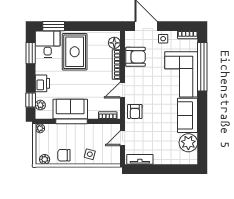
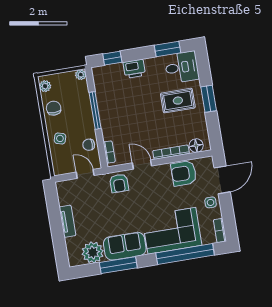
window: (54, 26) -> (209, 99), moved
rug: (75, 52) -> (178, 101), width x0.73, depth x0.70
armchair: (135, 57) -> (184, 173), turned 90
plant: (40, 105) -> (108, 71), removed
sofa: (70, 109) -> (109, 107), removed
armchair: (135, 112) -> (119, 183), turned -90
window: (202, 123) -> (118, 265), added
chair: (99, 131) -> (89, 145), added
tv unit: (140, 159) -> (67, 221), moved

